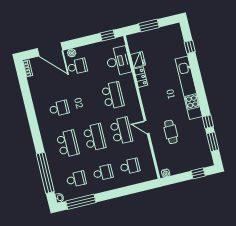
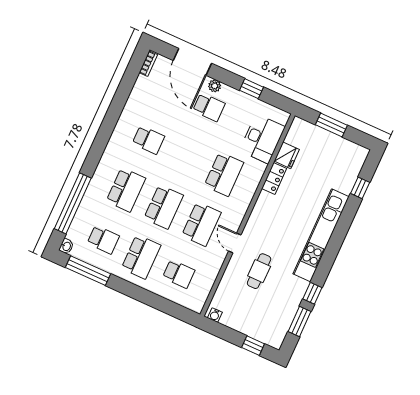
window: (108, 36) -> (251, 89), moved
school desk: (103, 173) -> (141, 257), width x1.85

